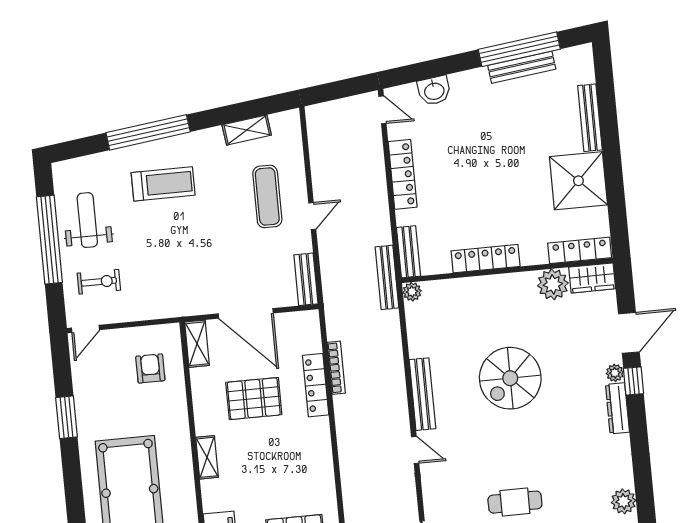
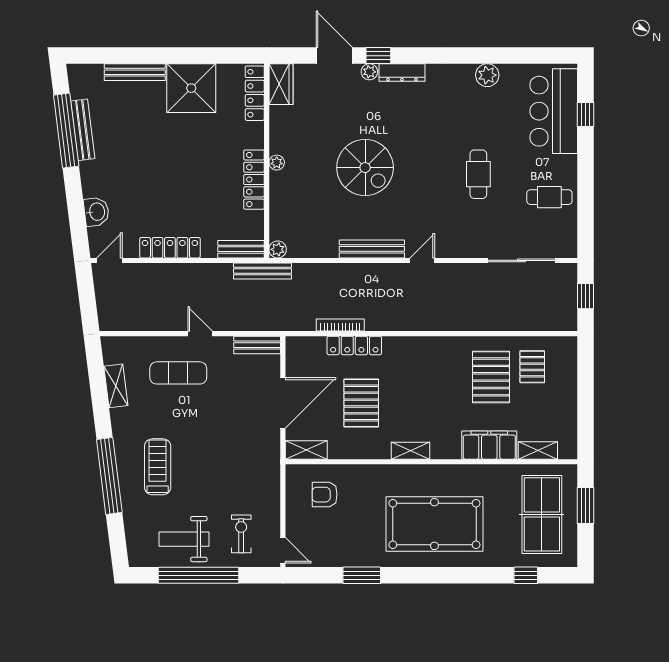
plant: (553, 284) -> (277, 163), moved, width x0.53, depth x0.53

